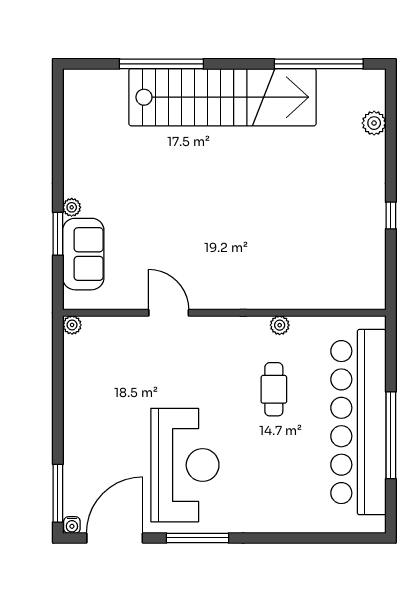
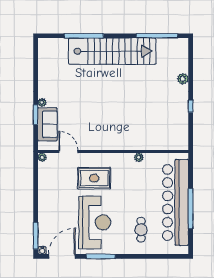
plant: (374, 123) -> (183, 79), moved
door: (169, 313) -> (68, 152), moved
rug: (184, 370) -> (94, 178), added
cafe table: (274, 389) -> (141, 230), moved

